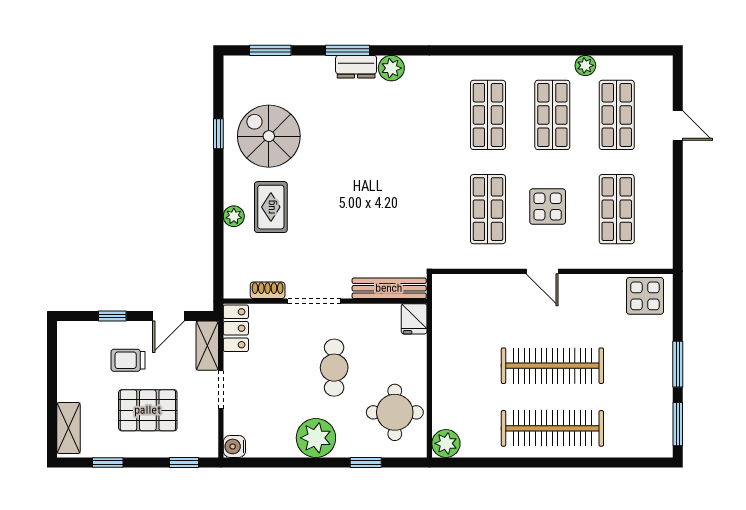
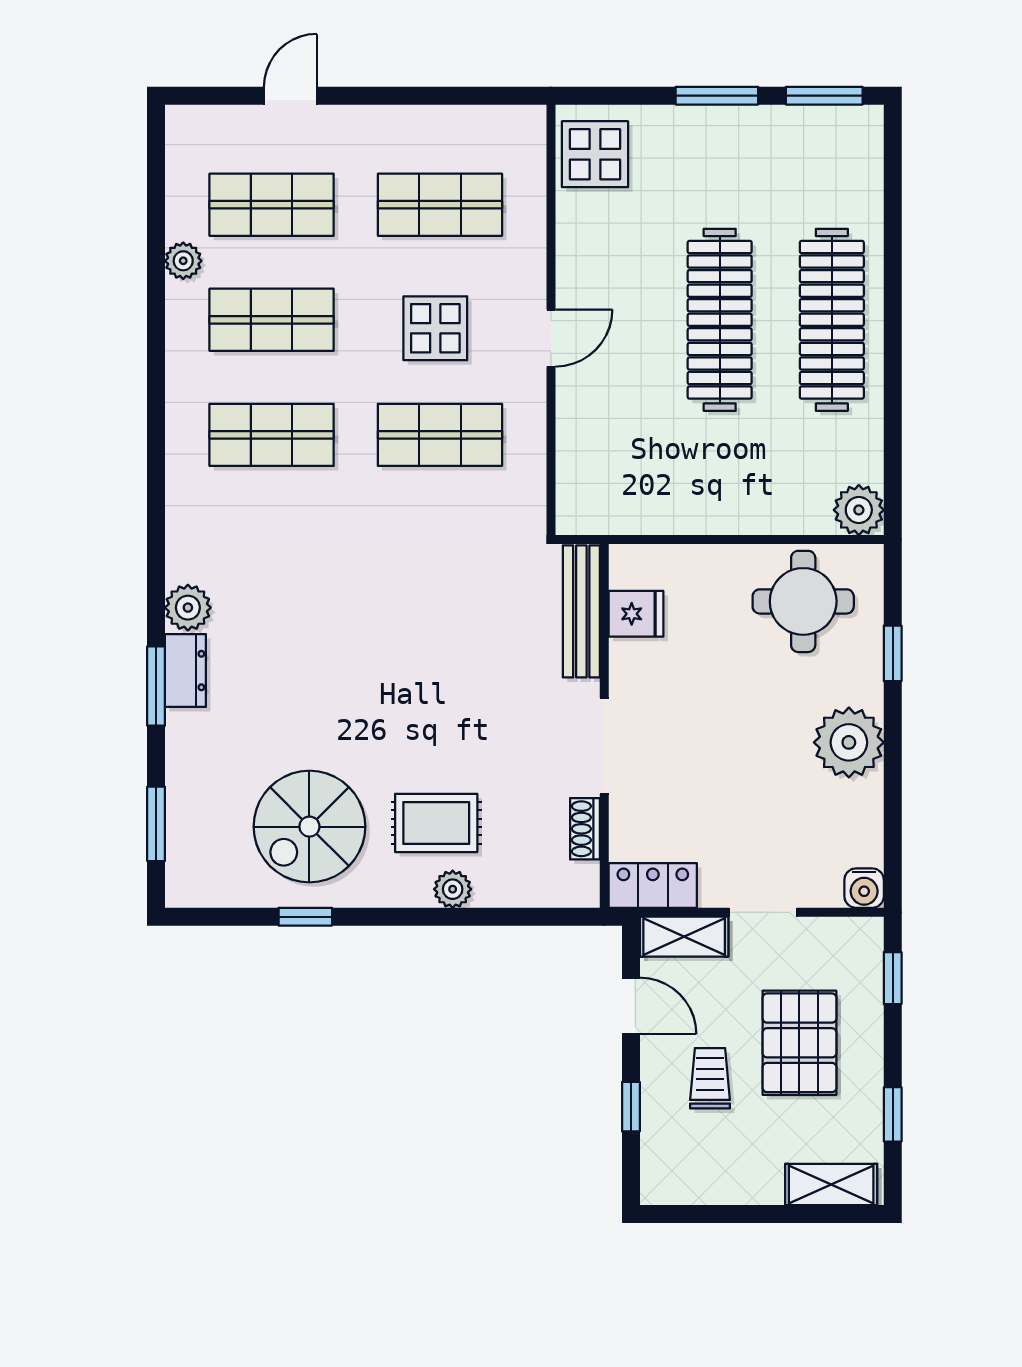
fridge: (414, 319) -> (636, 614), moved
trolley: (128, 360) -> (710, 1078), turned 180
cafe table: (334, 368) -> (723, 710), removed

